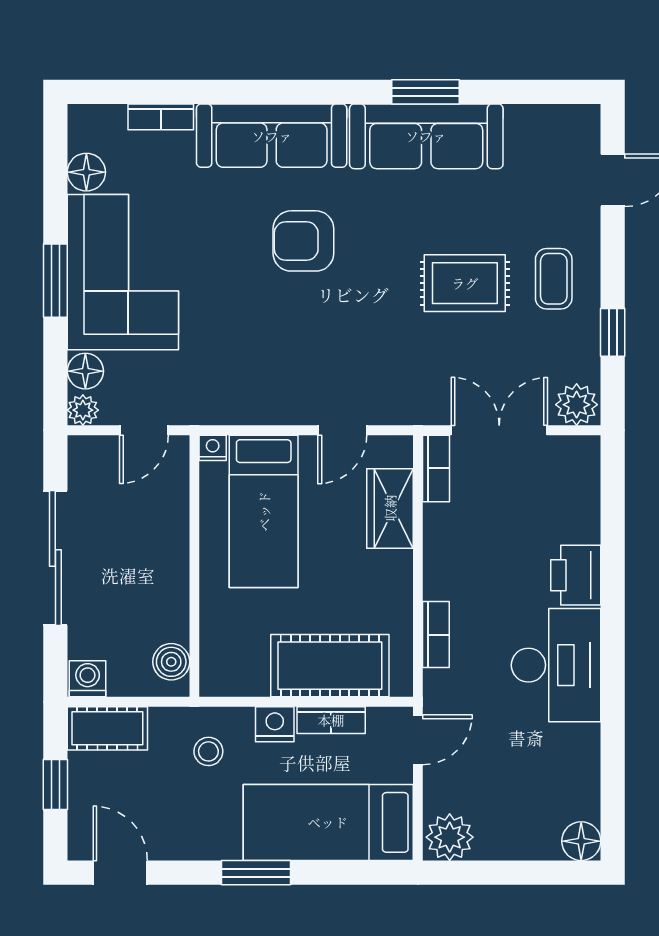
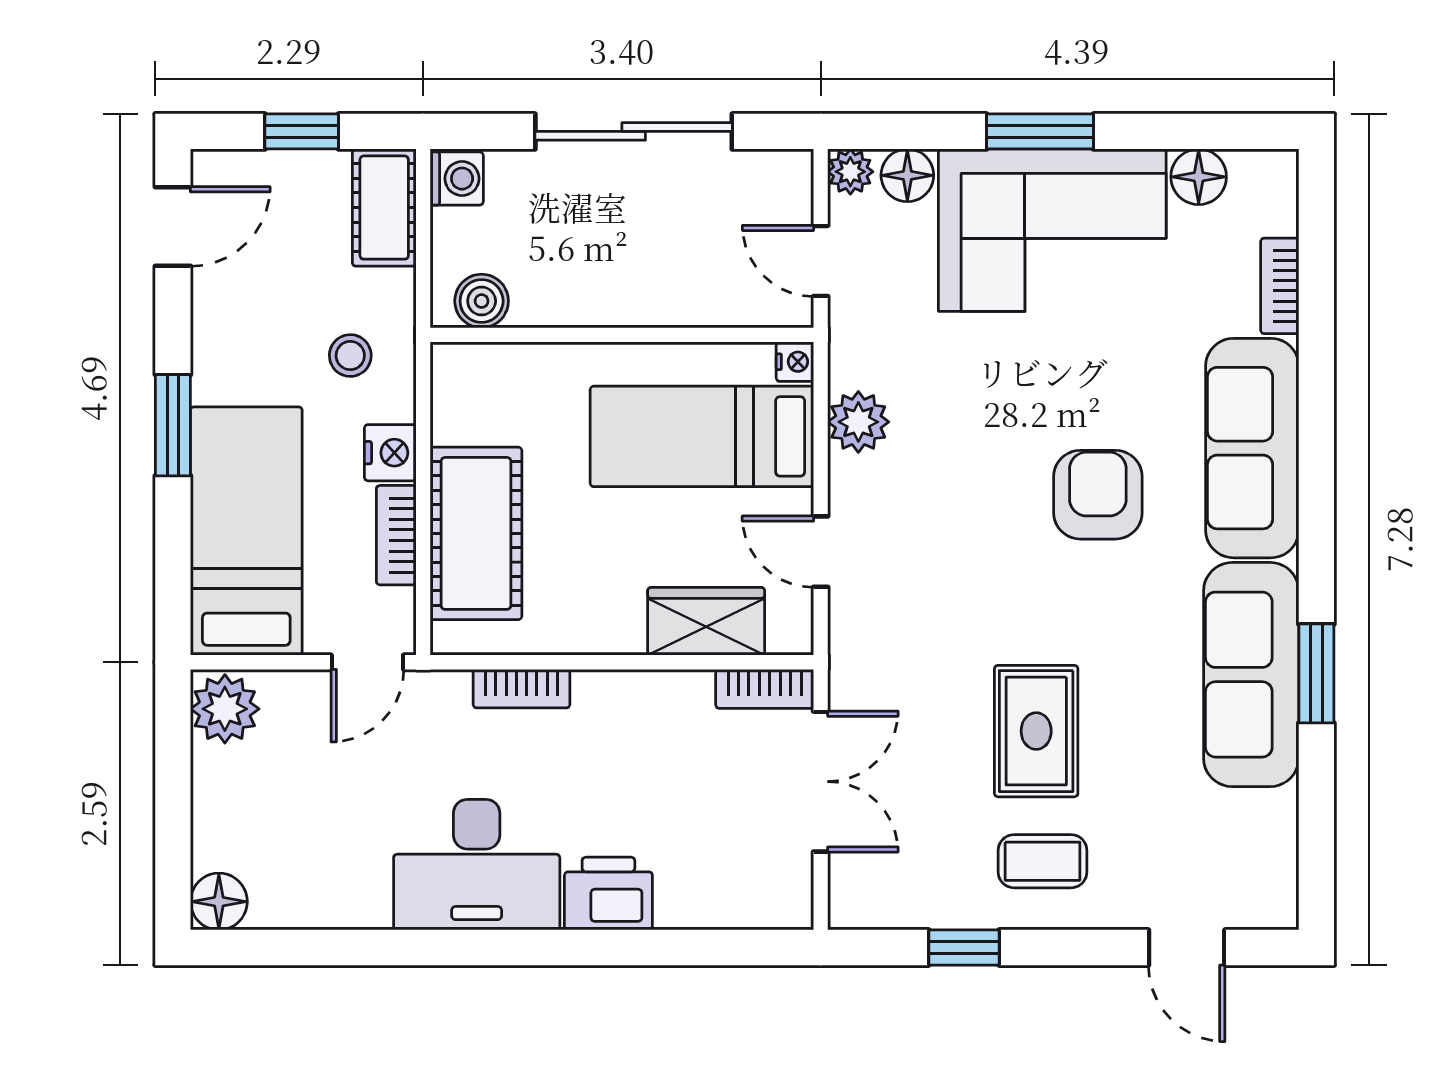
plant: (577, 405) -> (858, 422), moved
door: (418, 740) -> (367, 662), hinge flipped

